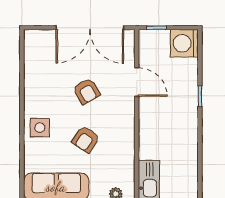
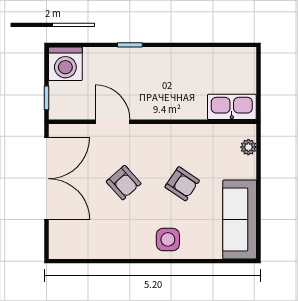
door: (137, 82) -> (113, 122), hinge flipped
armchair: (87, 91) -> (124, 183), turned 78

